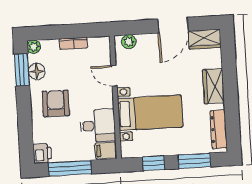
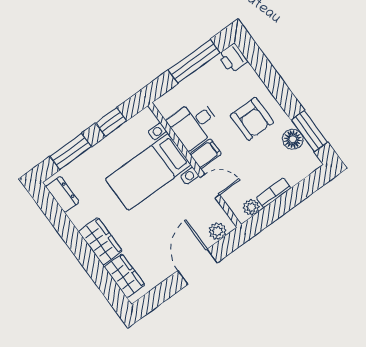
door: (173, 25) -> (198, 267), moved
wardrobe: (205, 39) -> (124, 276), moved, turned 90
plant: (34, 47) -> (251, 207), moved
dresser: (219, 129) -> (62, 194), width x0.70
filing cabinet: (106, 151) -> (206, 154), moved

